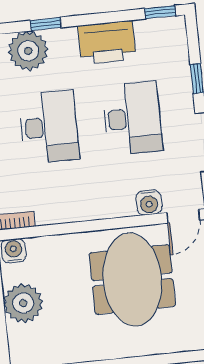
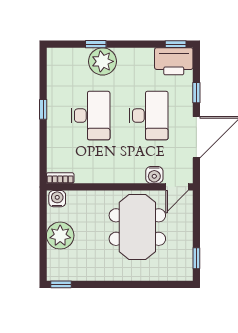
printer: (107, 42) -> (174, 61), moved
plant: (28, 51) -> (103, 61), moved

